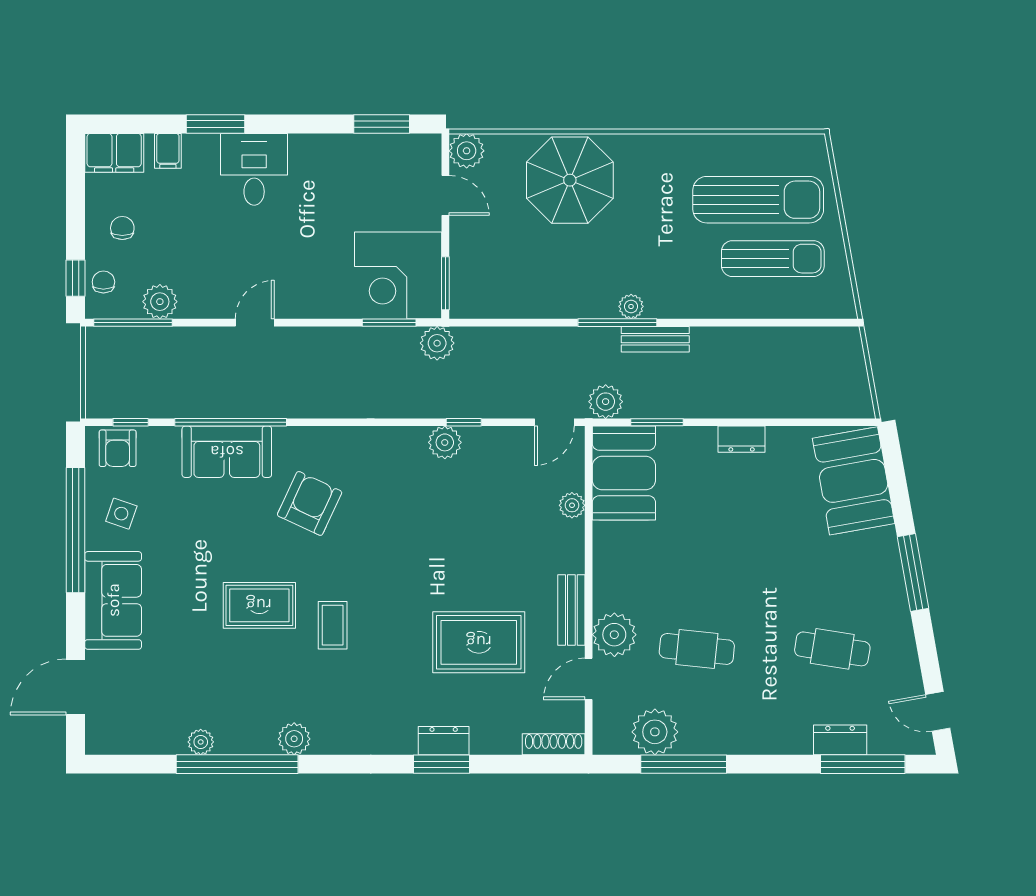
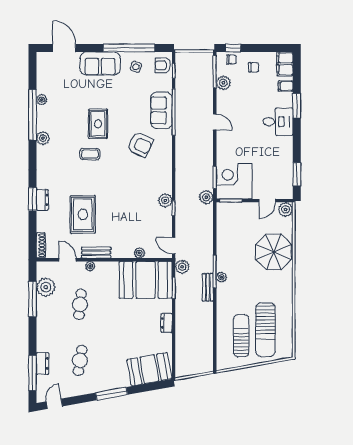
sun lounger: (773, 259) -> (241, 336), turned 180
booth: (624, 473) -> (146, 280), width x1.36, depth x1.42
plant: (614, 635) -> (90, 266), width x0.53, depth x0.53

